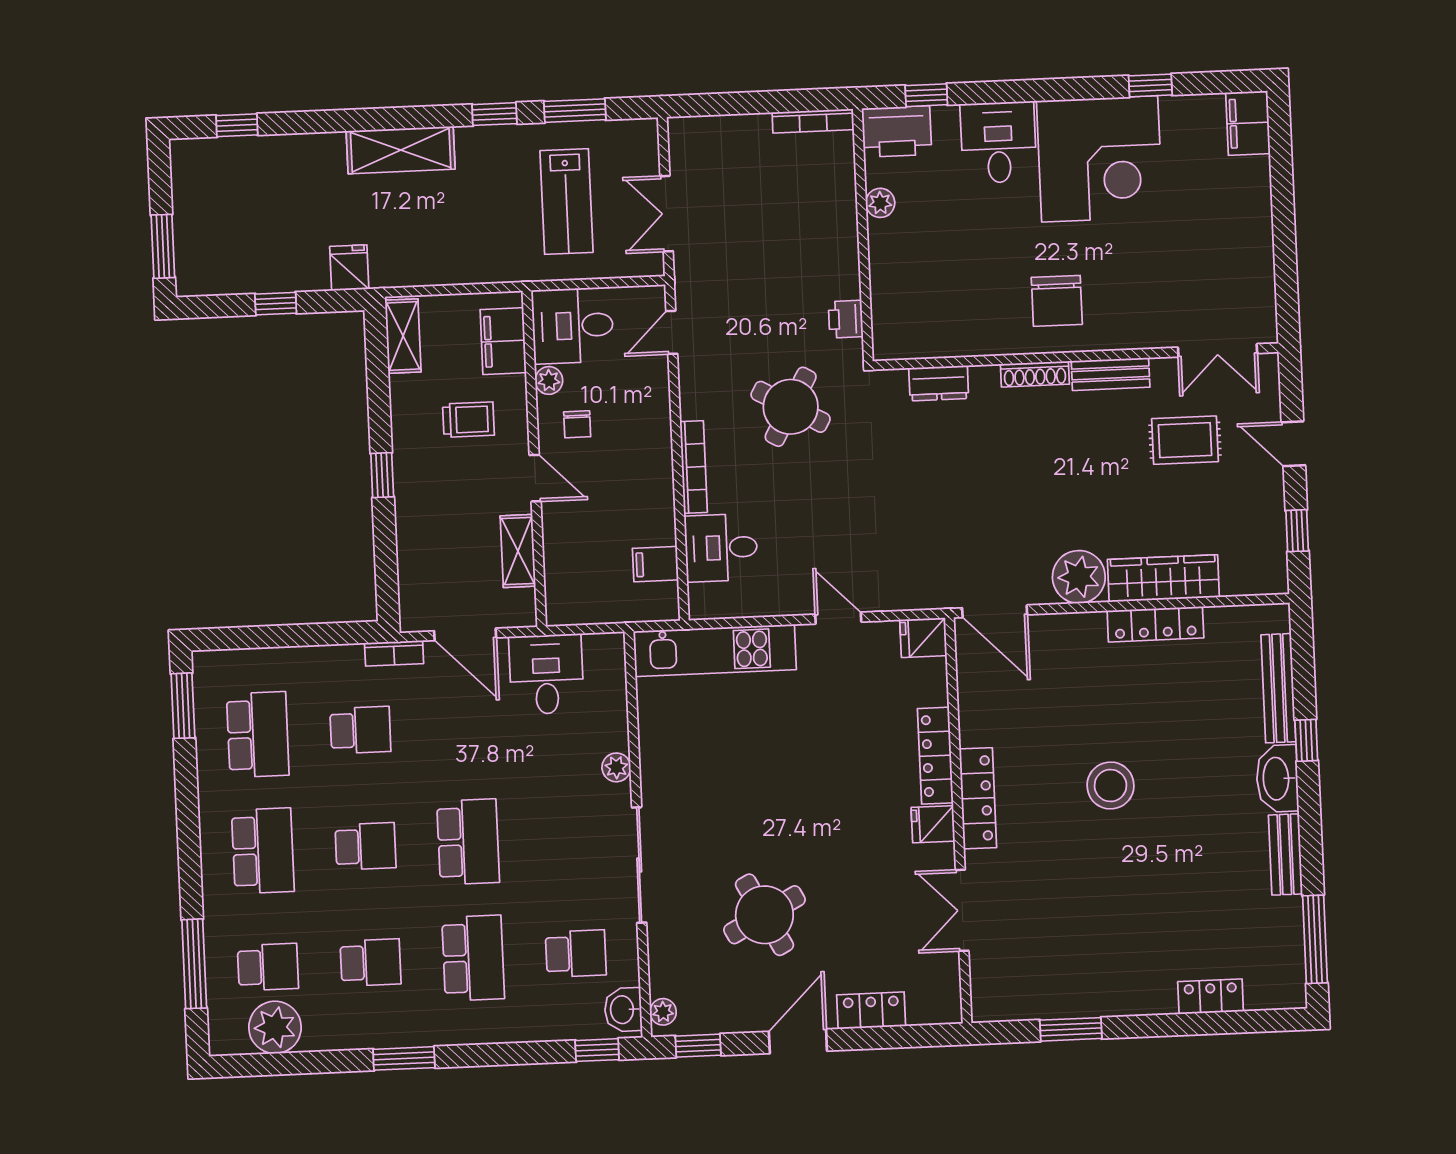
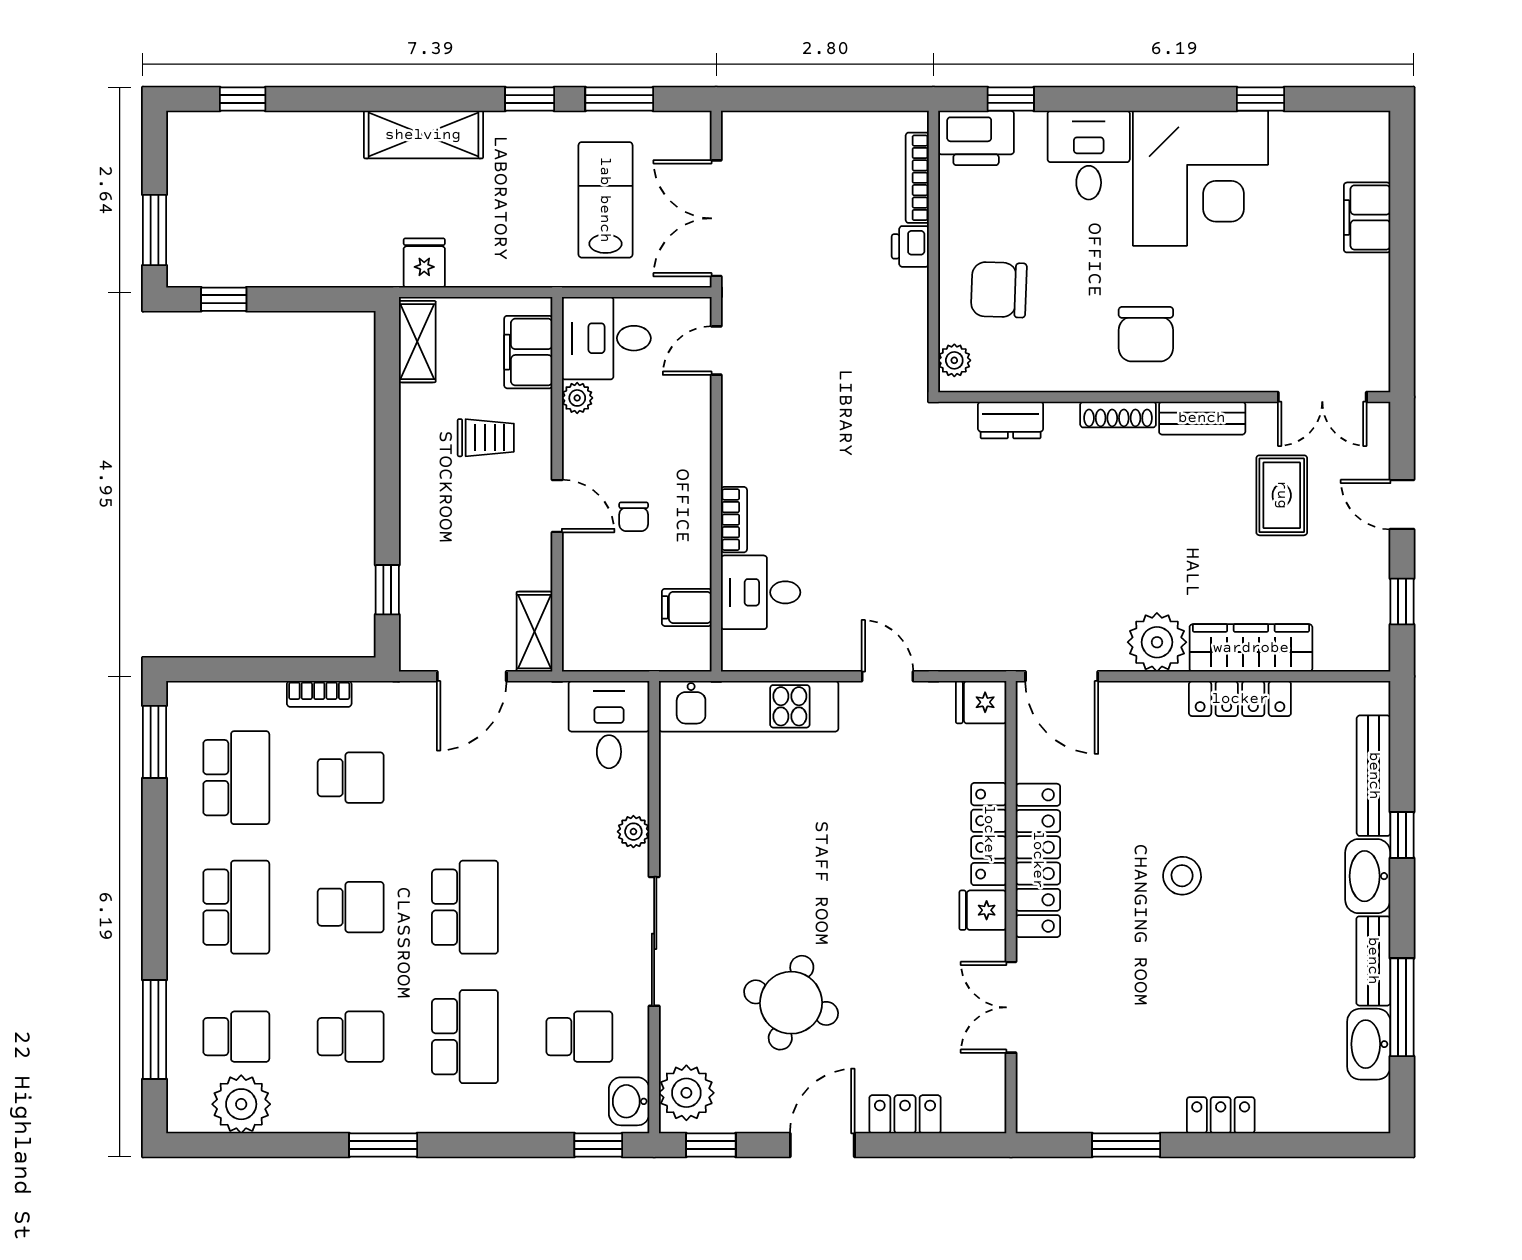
bookcase: (813, 121) -> (917, 178), moved, turned 90
filing cabinet: (1248, 123) -> (1367, 217), moved
lab bench: (567, 201) -> (605, 200), turned 180
plant: (880, 203) -> (954, 360), moved
double door: (667, 214) -> (716, 218), width x1.37
chair: (923, 267) -> (999, 290), added
fridge: (349, 268) -> (424, 263), moved
window: (276, 304) -> (224, 299), moved
printer: (846, 319) -> (910, 246), moved
round table: (791, 407) -> (845, 439), removed
chair: (577, 424) -> (634, 517), moved
rug: (1185, 440) -> (1282, 495), turned 90
bookcase: (694, 467) -> (734, 520), width x0.64
window: (382, 475) -> (387, 590), moved
shelving: (518, 551) -> (534, 632), moved
door: (465, 634) -> (472, 676), hinge flipped
bookcase: (394, 653) -> (319, 694), moved
desk: (546, 674) -> (609, 725), moved
stool: (1110, 786) -> (1182, 876), width x0.73, depth x0.73
locker: (978, 798) -> (1038, 860), width x1.41, depth x1.21
round table: (764, 915) -> (791, 1003), turned 45
washbasin: (1285, 929) -> (1369, 1044), added
window: (1315, 939) -> (1402, 1007), moved
locker: (1211, 996) -> (1221, 1115), moved
plant: (663, 1012) -> (686, 1093), width x1.88, depth x1.88

